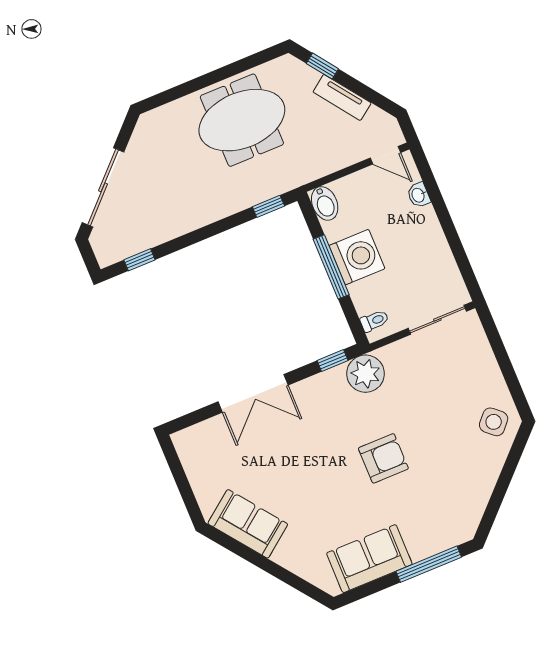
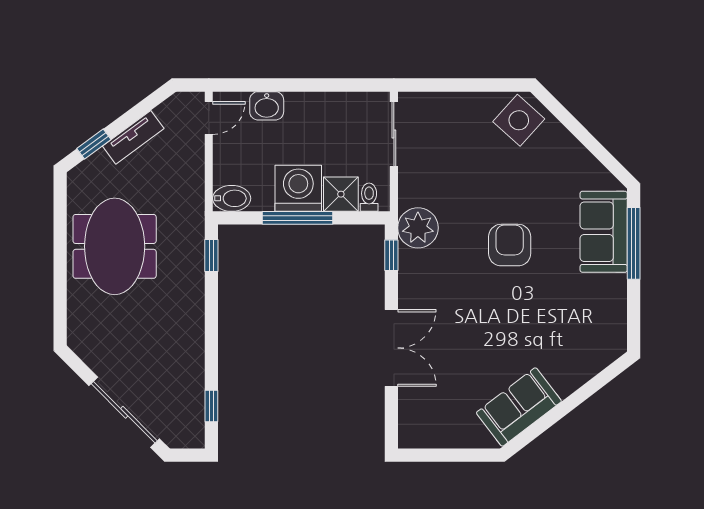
washbasin: (419, 195) -> (267, 106), width x1.38, depth x1.45
shower: (367, 296) -> (341, 194), added
side table: (494, 422) -> (519, 120), width x1.37, depth x1.37
sofa: (369, 559) -> (604, 232), moved

